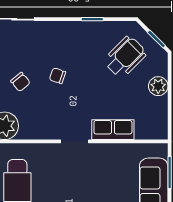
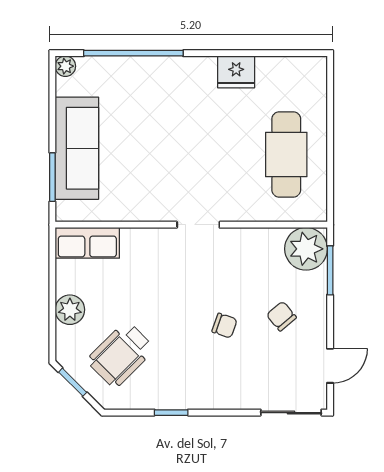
row of seats: (113, 130) -> (87, 243), moved

